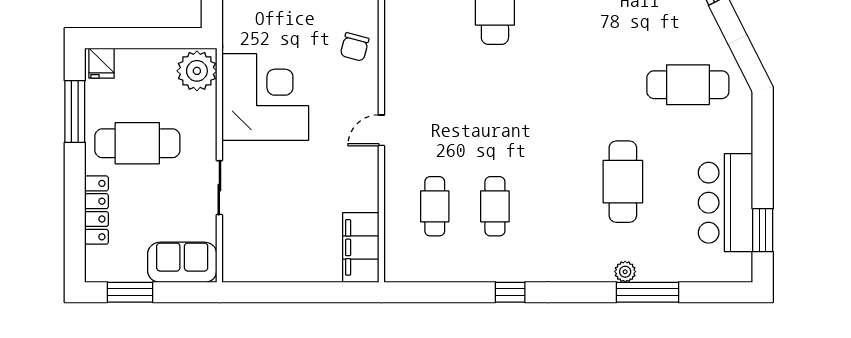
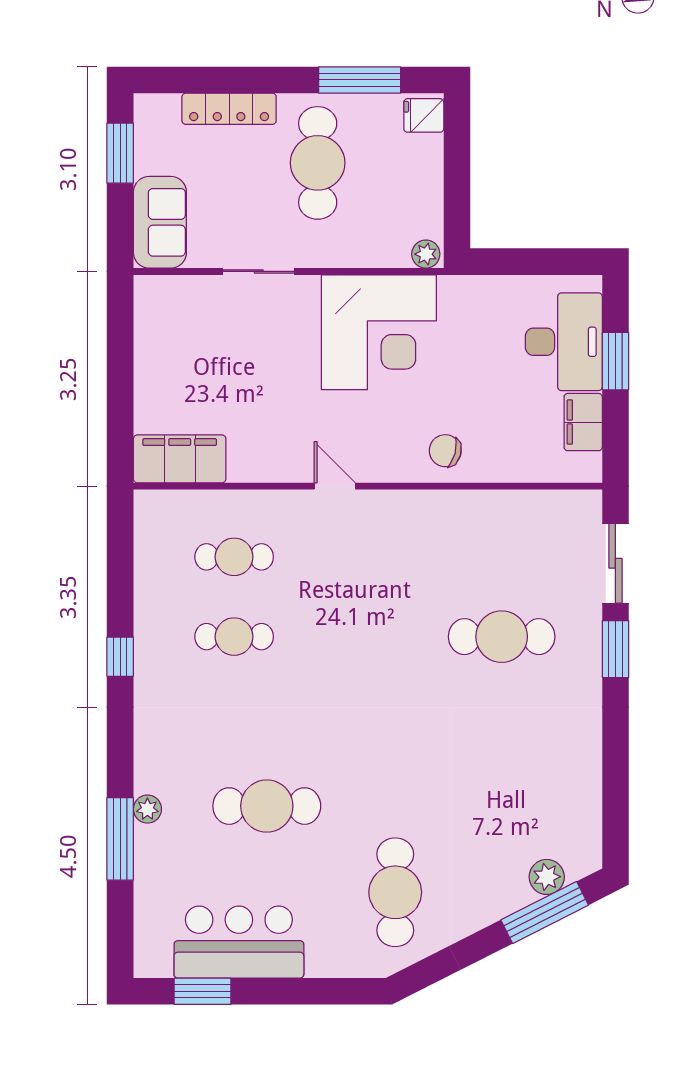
plant: (197, 71) -> (426, 254), width x0.53, depth x0.53

